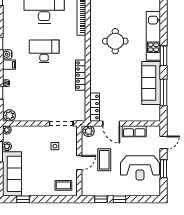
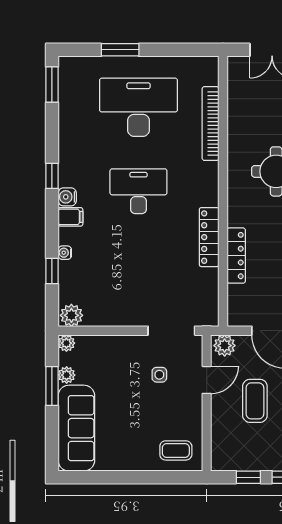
locker: (95, 107) -> (236, 256), moved
door: (79, 163) -> (207, 380), moved
window: (23, 199) -> (98, 477), removed

